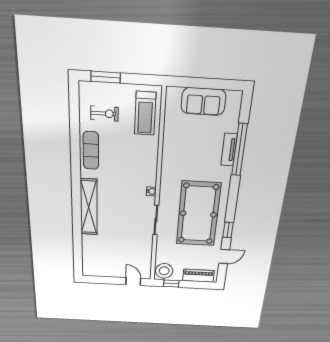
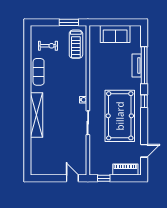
window: (106, 77) -> (69, 22), moved
window: (228, 230) -> (144, 101), moved
stool: (164, 271) -> (97, 167), removed

